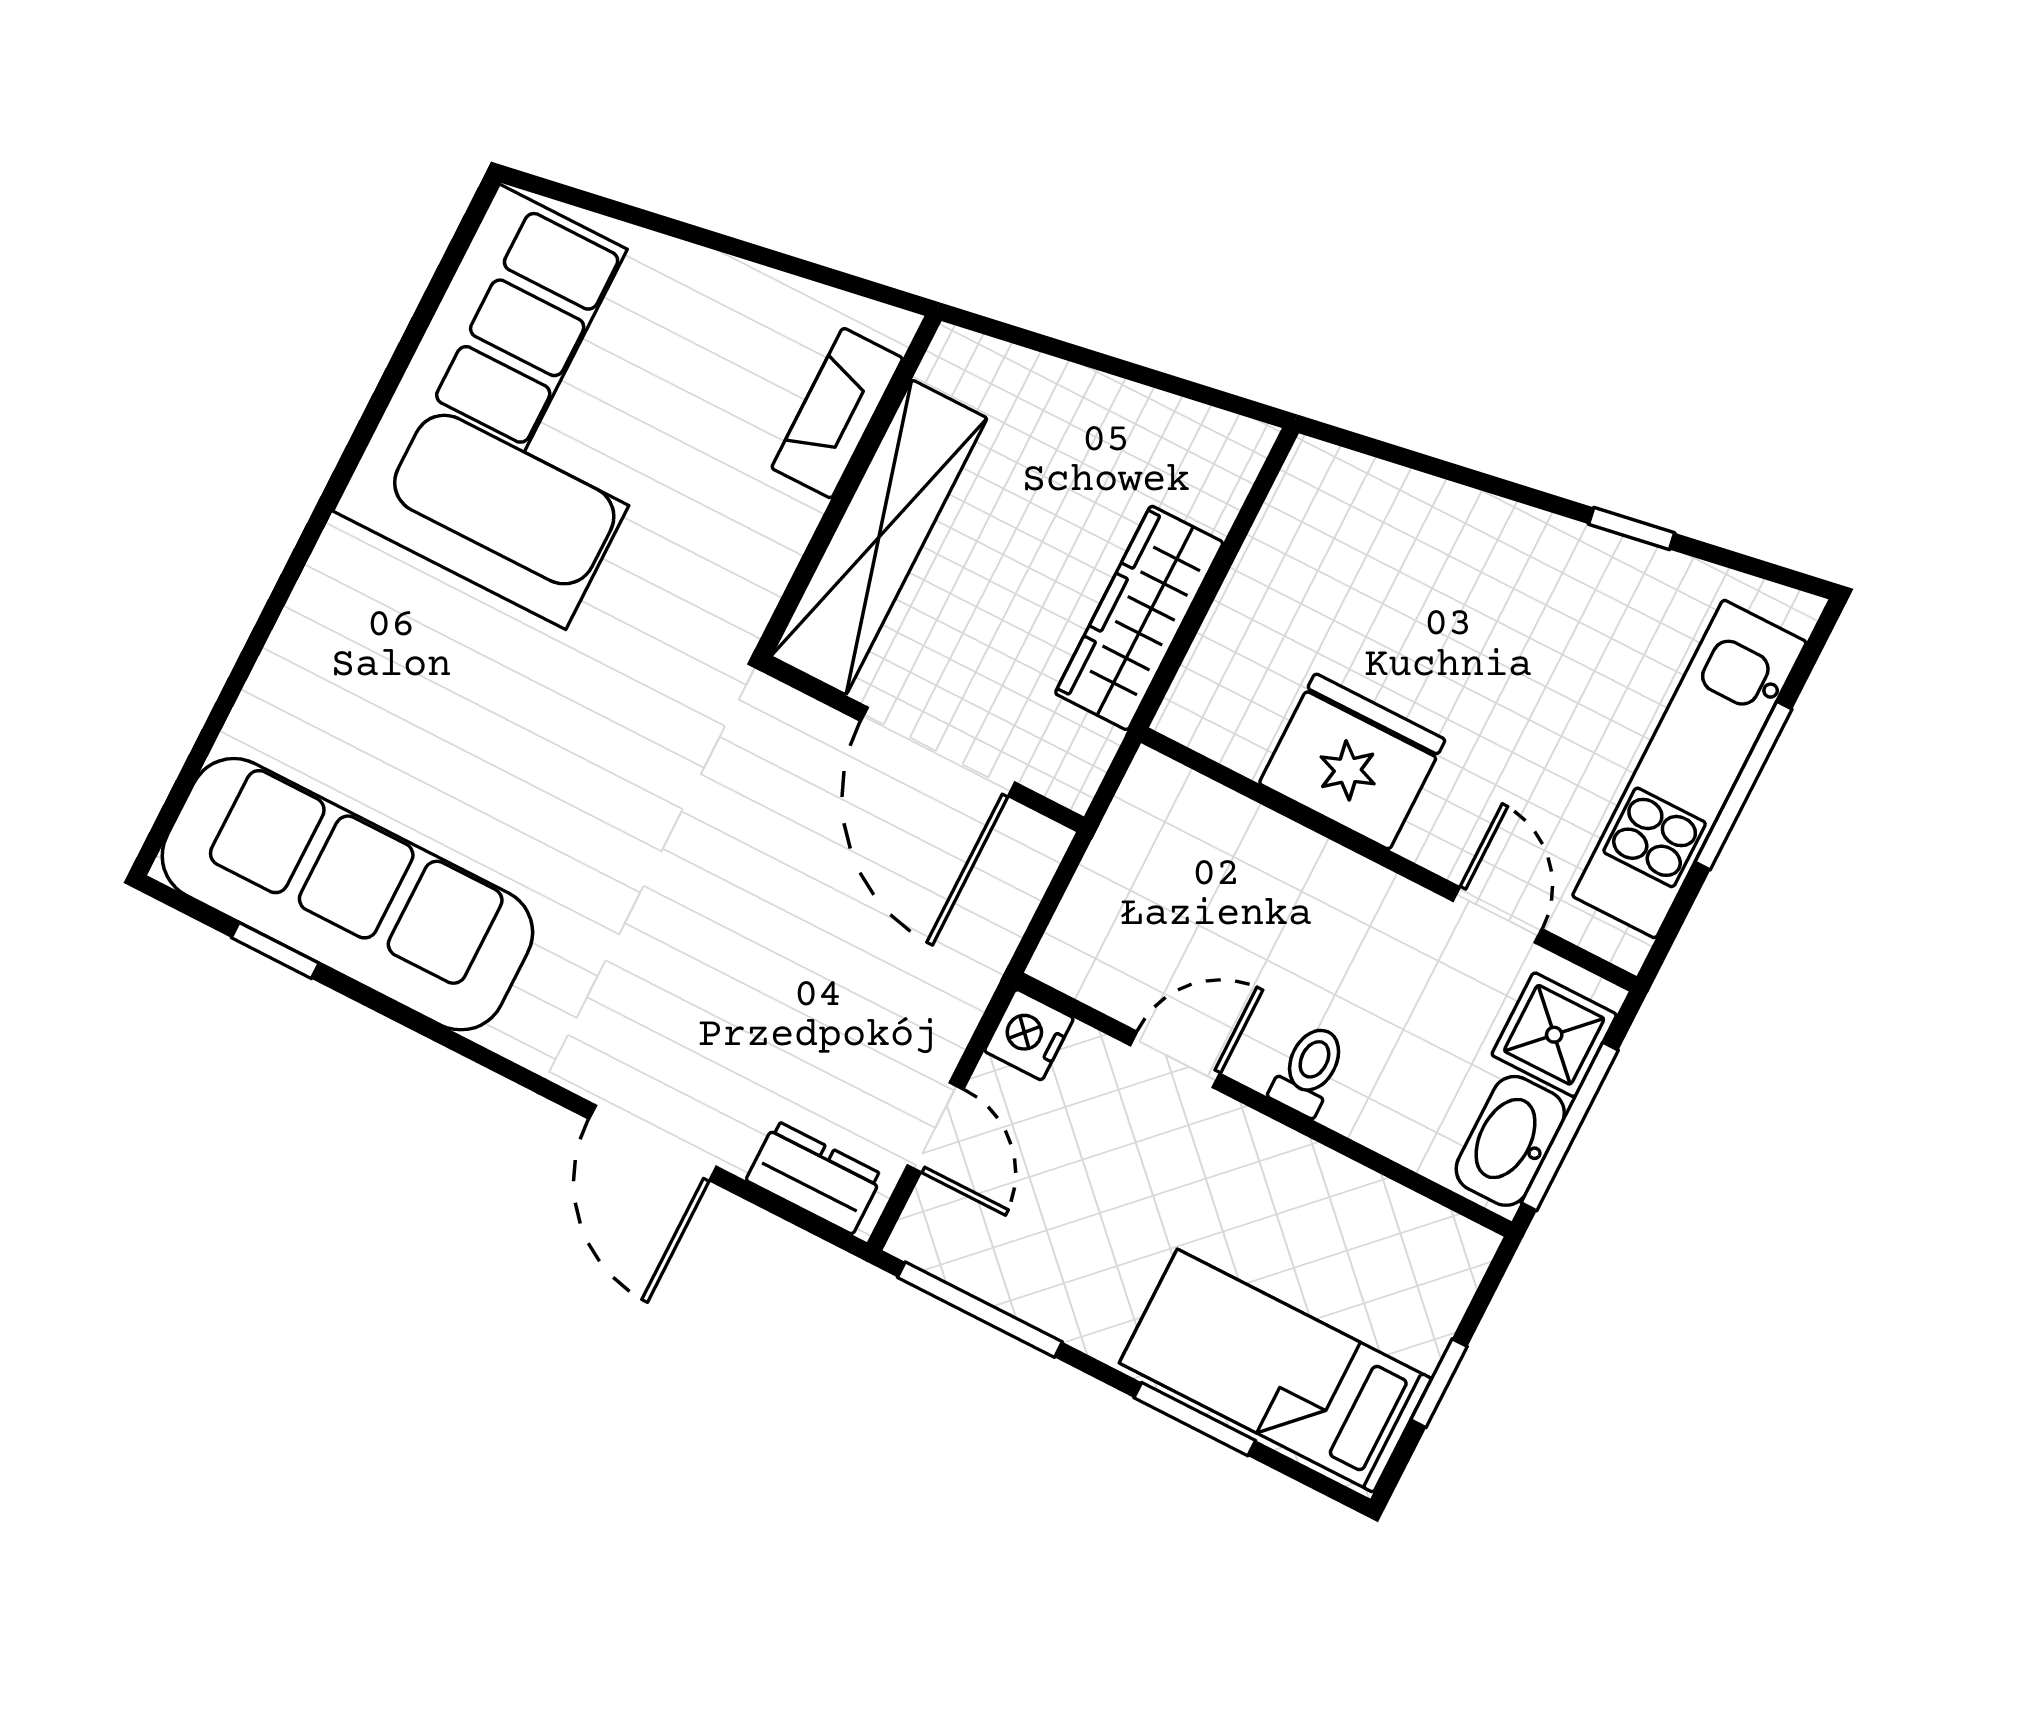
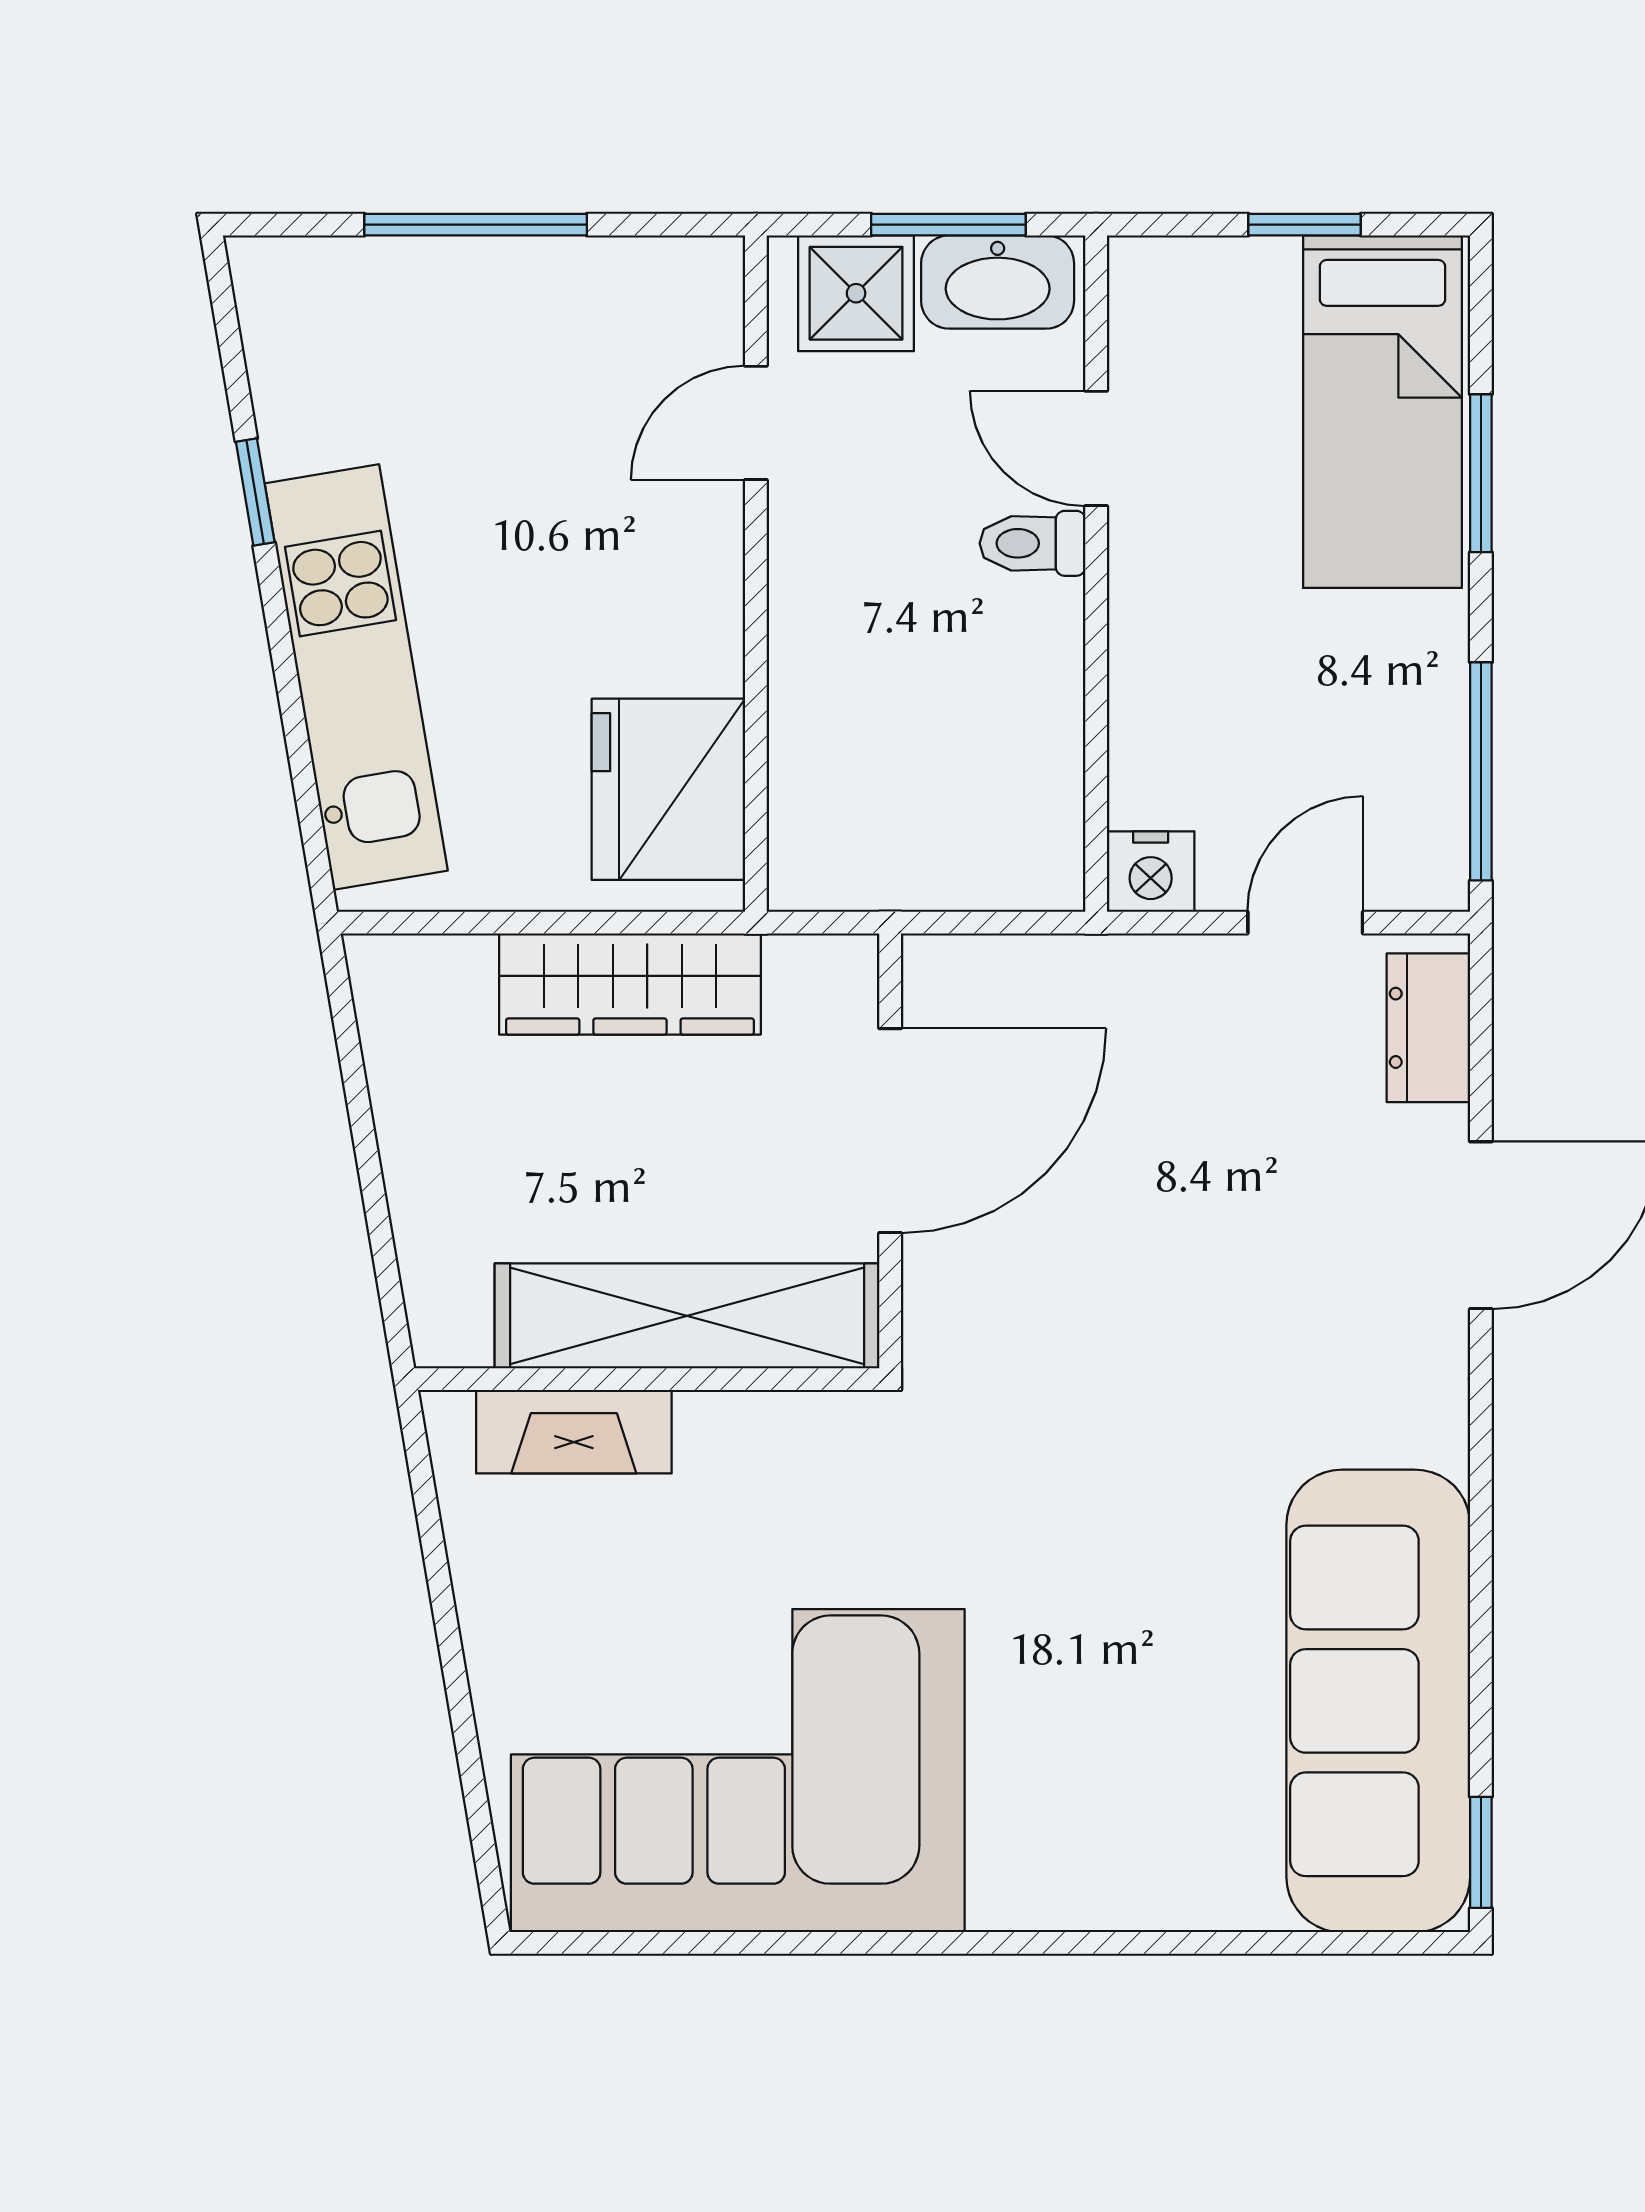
fridge: (1352, 761) -> (668, 789), moved
kitchen unit: (1689, 769) -> (356, 677), moved, turned -100
window: (275, 951) -> (1481, 1852), moved
door: (1175, 1060) -> (1096, 448), moved
window: (1570, 1127) -> (948, 225), width x0.69

